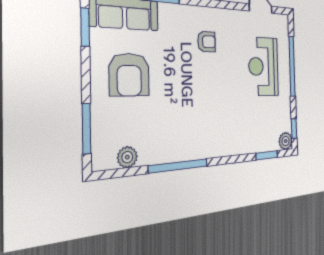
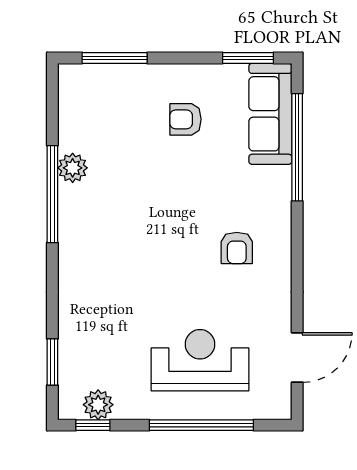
armchair: (129, 75) -> (185, 119), width x0.53, depth x0.53
plant: (286, 141) -> (98, 405), moved
plant: (127, 157) -> (73, 168), moved

